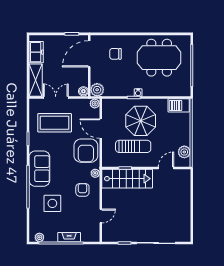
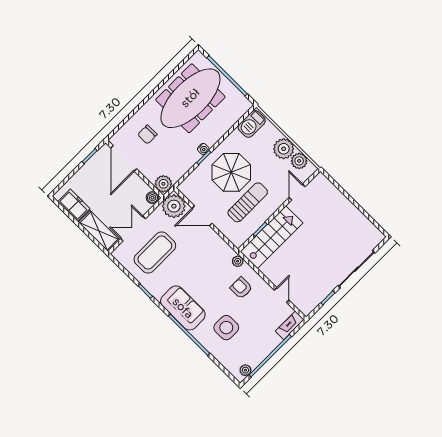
meeting table: (159, 58) -> (190, 98), width x1.36
plant: (95, 104) -> (174, 206), width x1.88, depth x1.88
plant: (182, 137) -> (284, 149), added
armchair: (86, 151) -> (209, 249), removed
fireplace: (69, 237) -> (290, 325), moved

